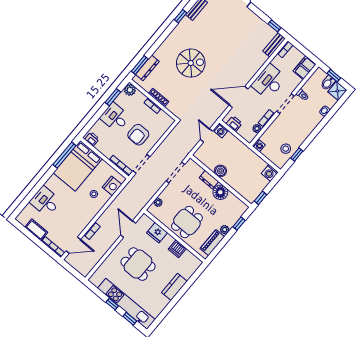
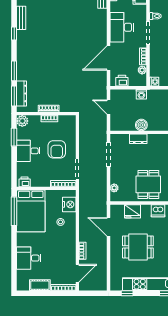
window: (156, 45) -> (14, 71), added
spiral stairs: (191, 63) -> (51, 62), removed
washing machine: (221, 131) -> (141, 94), moved
floor lamp: (220, 192) -> (155, 141), removed
window: (112, 304) -> (127, 293), moved

